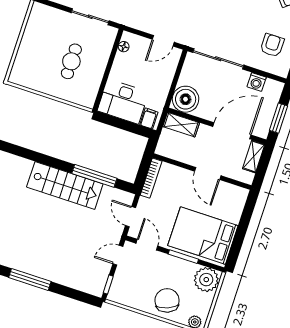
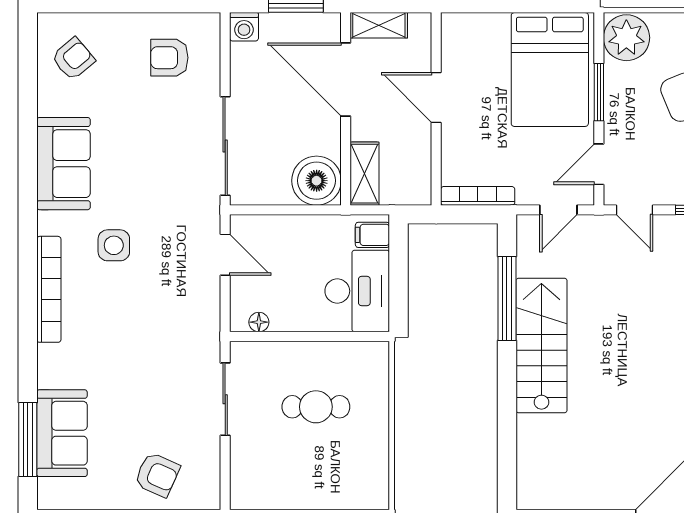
washing machine: (257, 82) -> (244, 27), moved, turned 90
door: (208, 173) -> (436, 98), swing flipped

